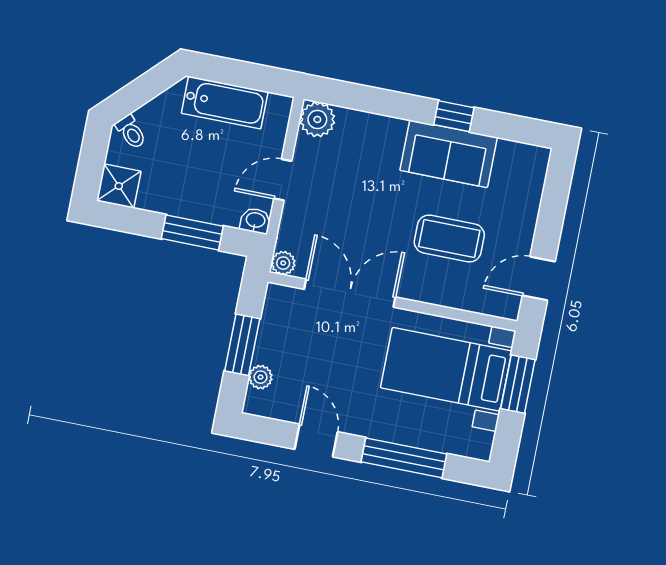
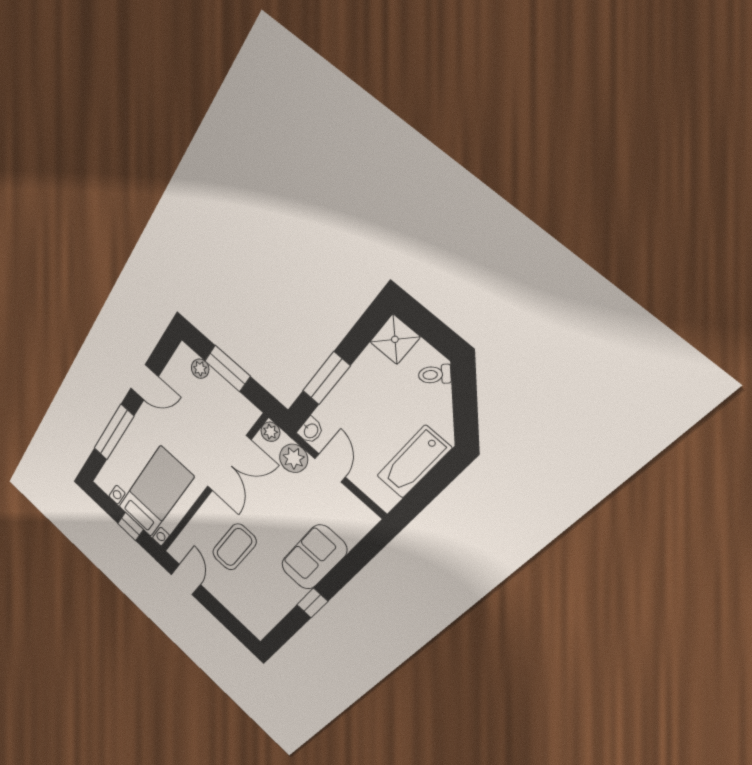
plant: (317, 119) -> (294, 458), moved
sofa: (449, 154) -> (314, 557), moved
window: (518, 384) -> (131, 527), width x0.67

